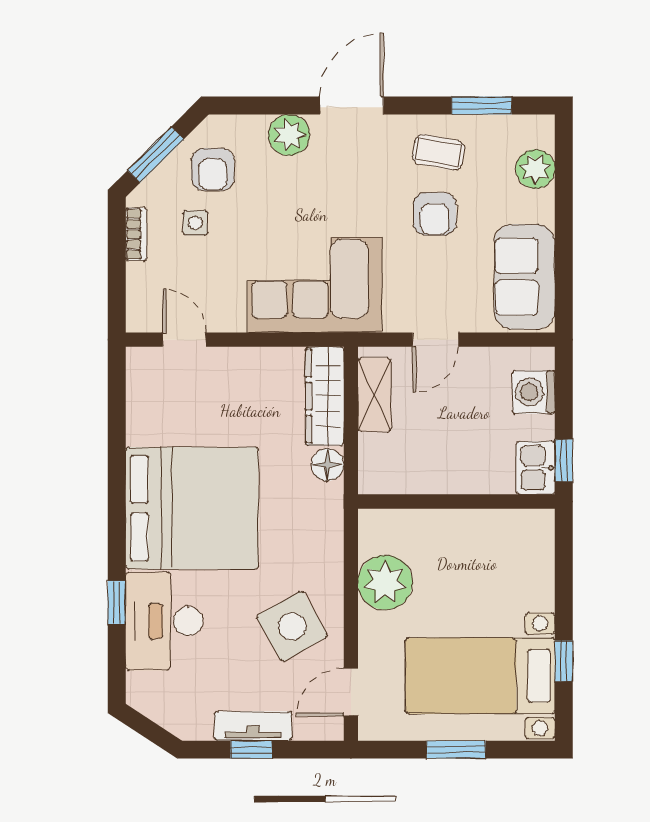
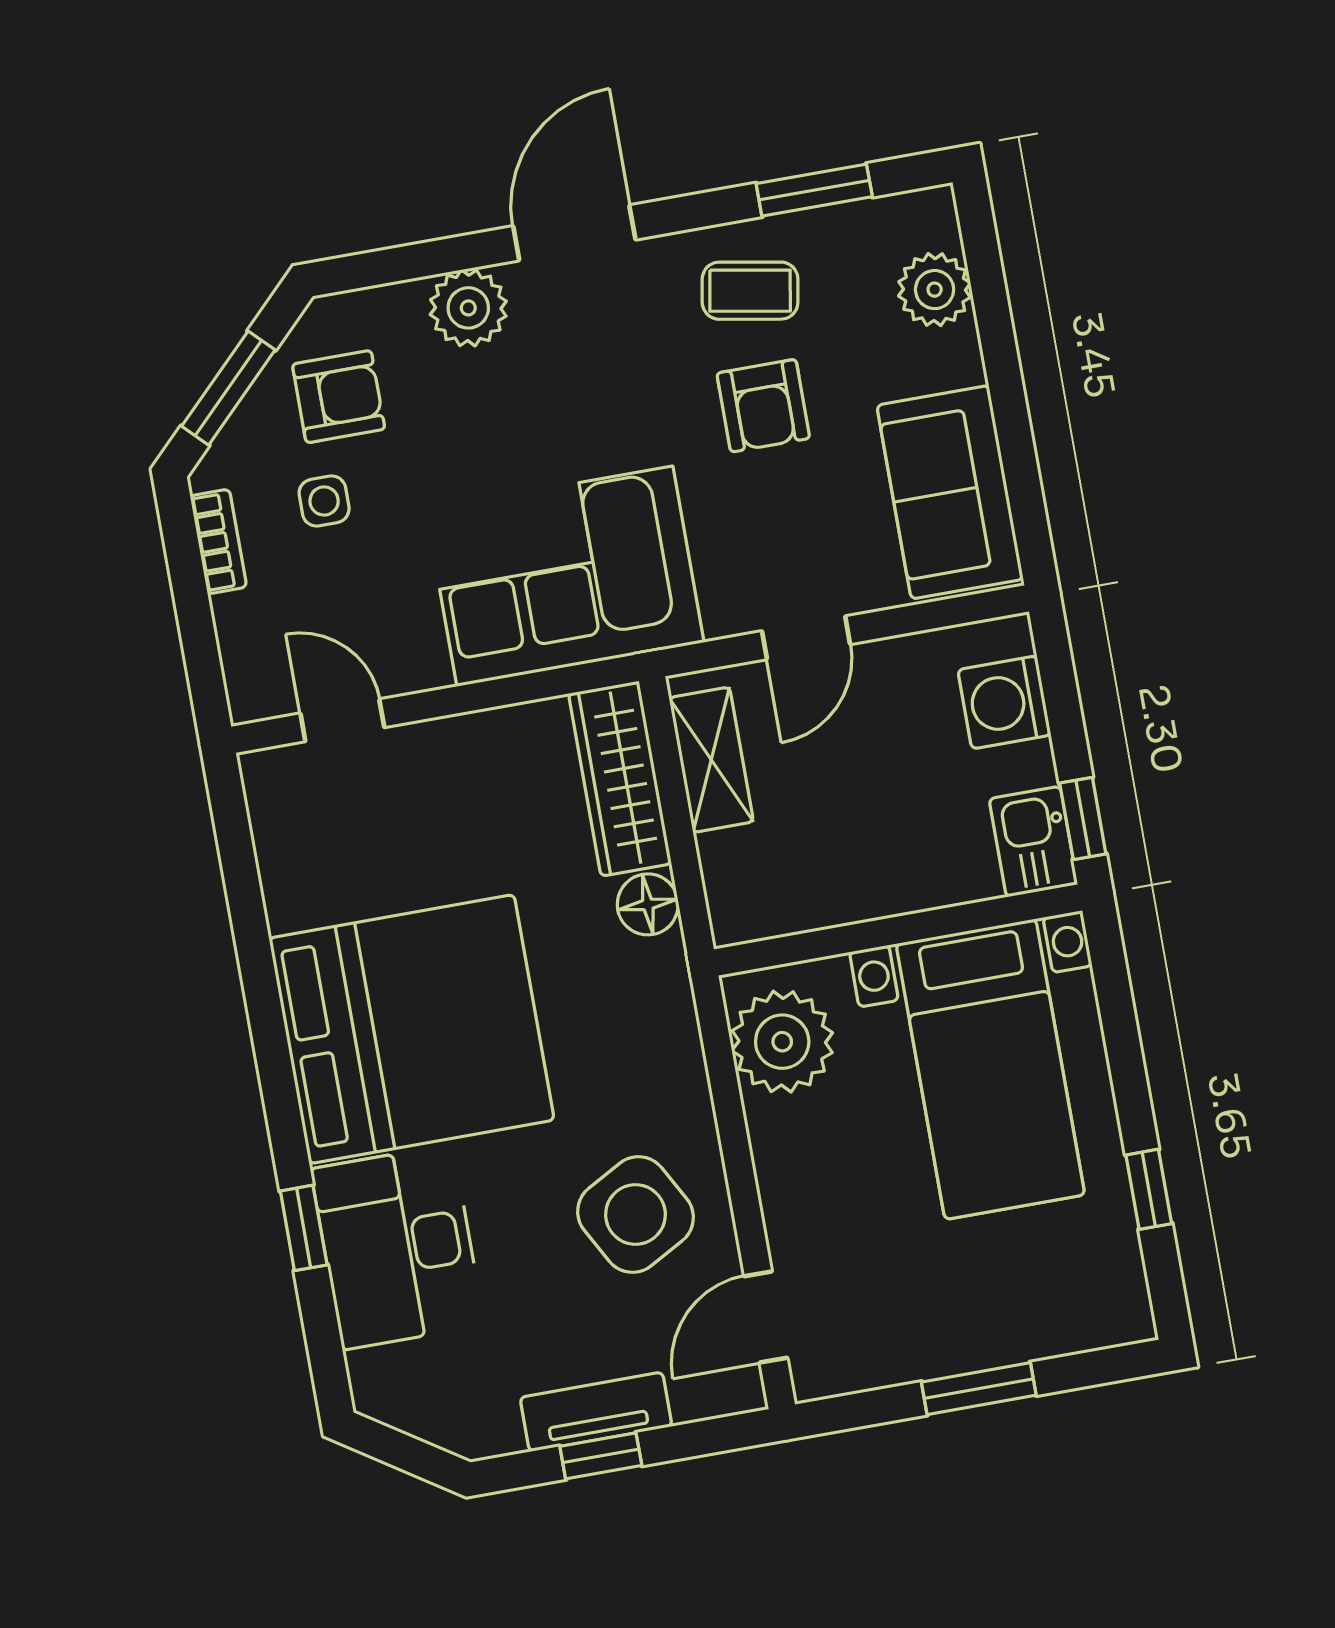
armchair: (213, 169) -> (339, 397), turned -90
plant: (385, 582) -> (782, 1042), moved
bed with nightstands: (480, 676) -> (990, 1069), moved, turned -90

